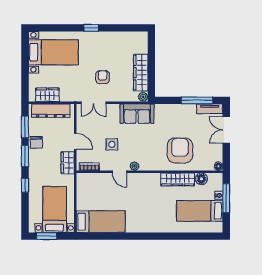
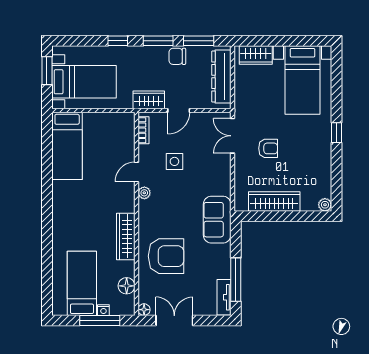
wardrobe: (47, 95) -> (256, 55), moved, turned 90
plant: (143, 97) -> (325, 205), moved
sofa: (137, 114) -> (217, 220), moved
double door: (226, 130) -> (174, 320), moved
wardrobe: (178, 179) -> (126, 236), moved

